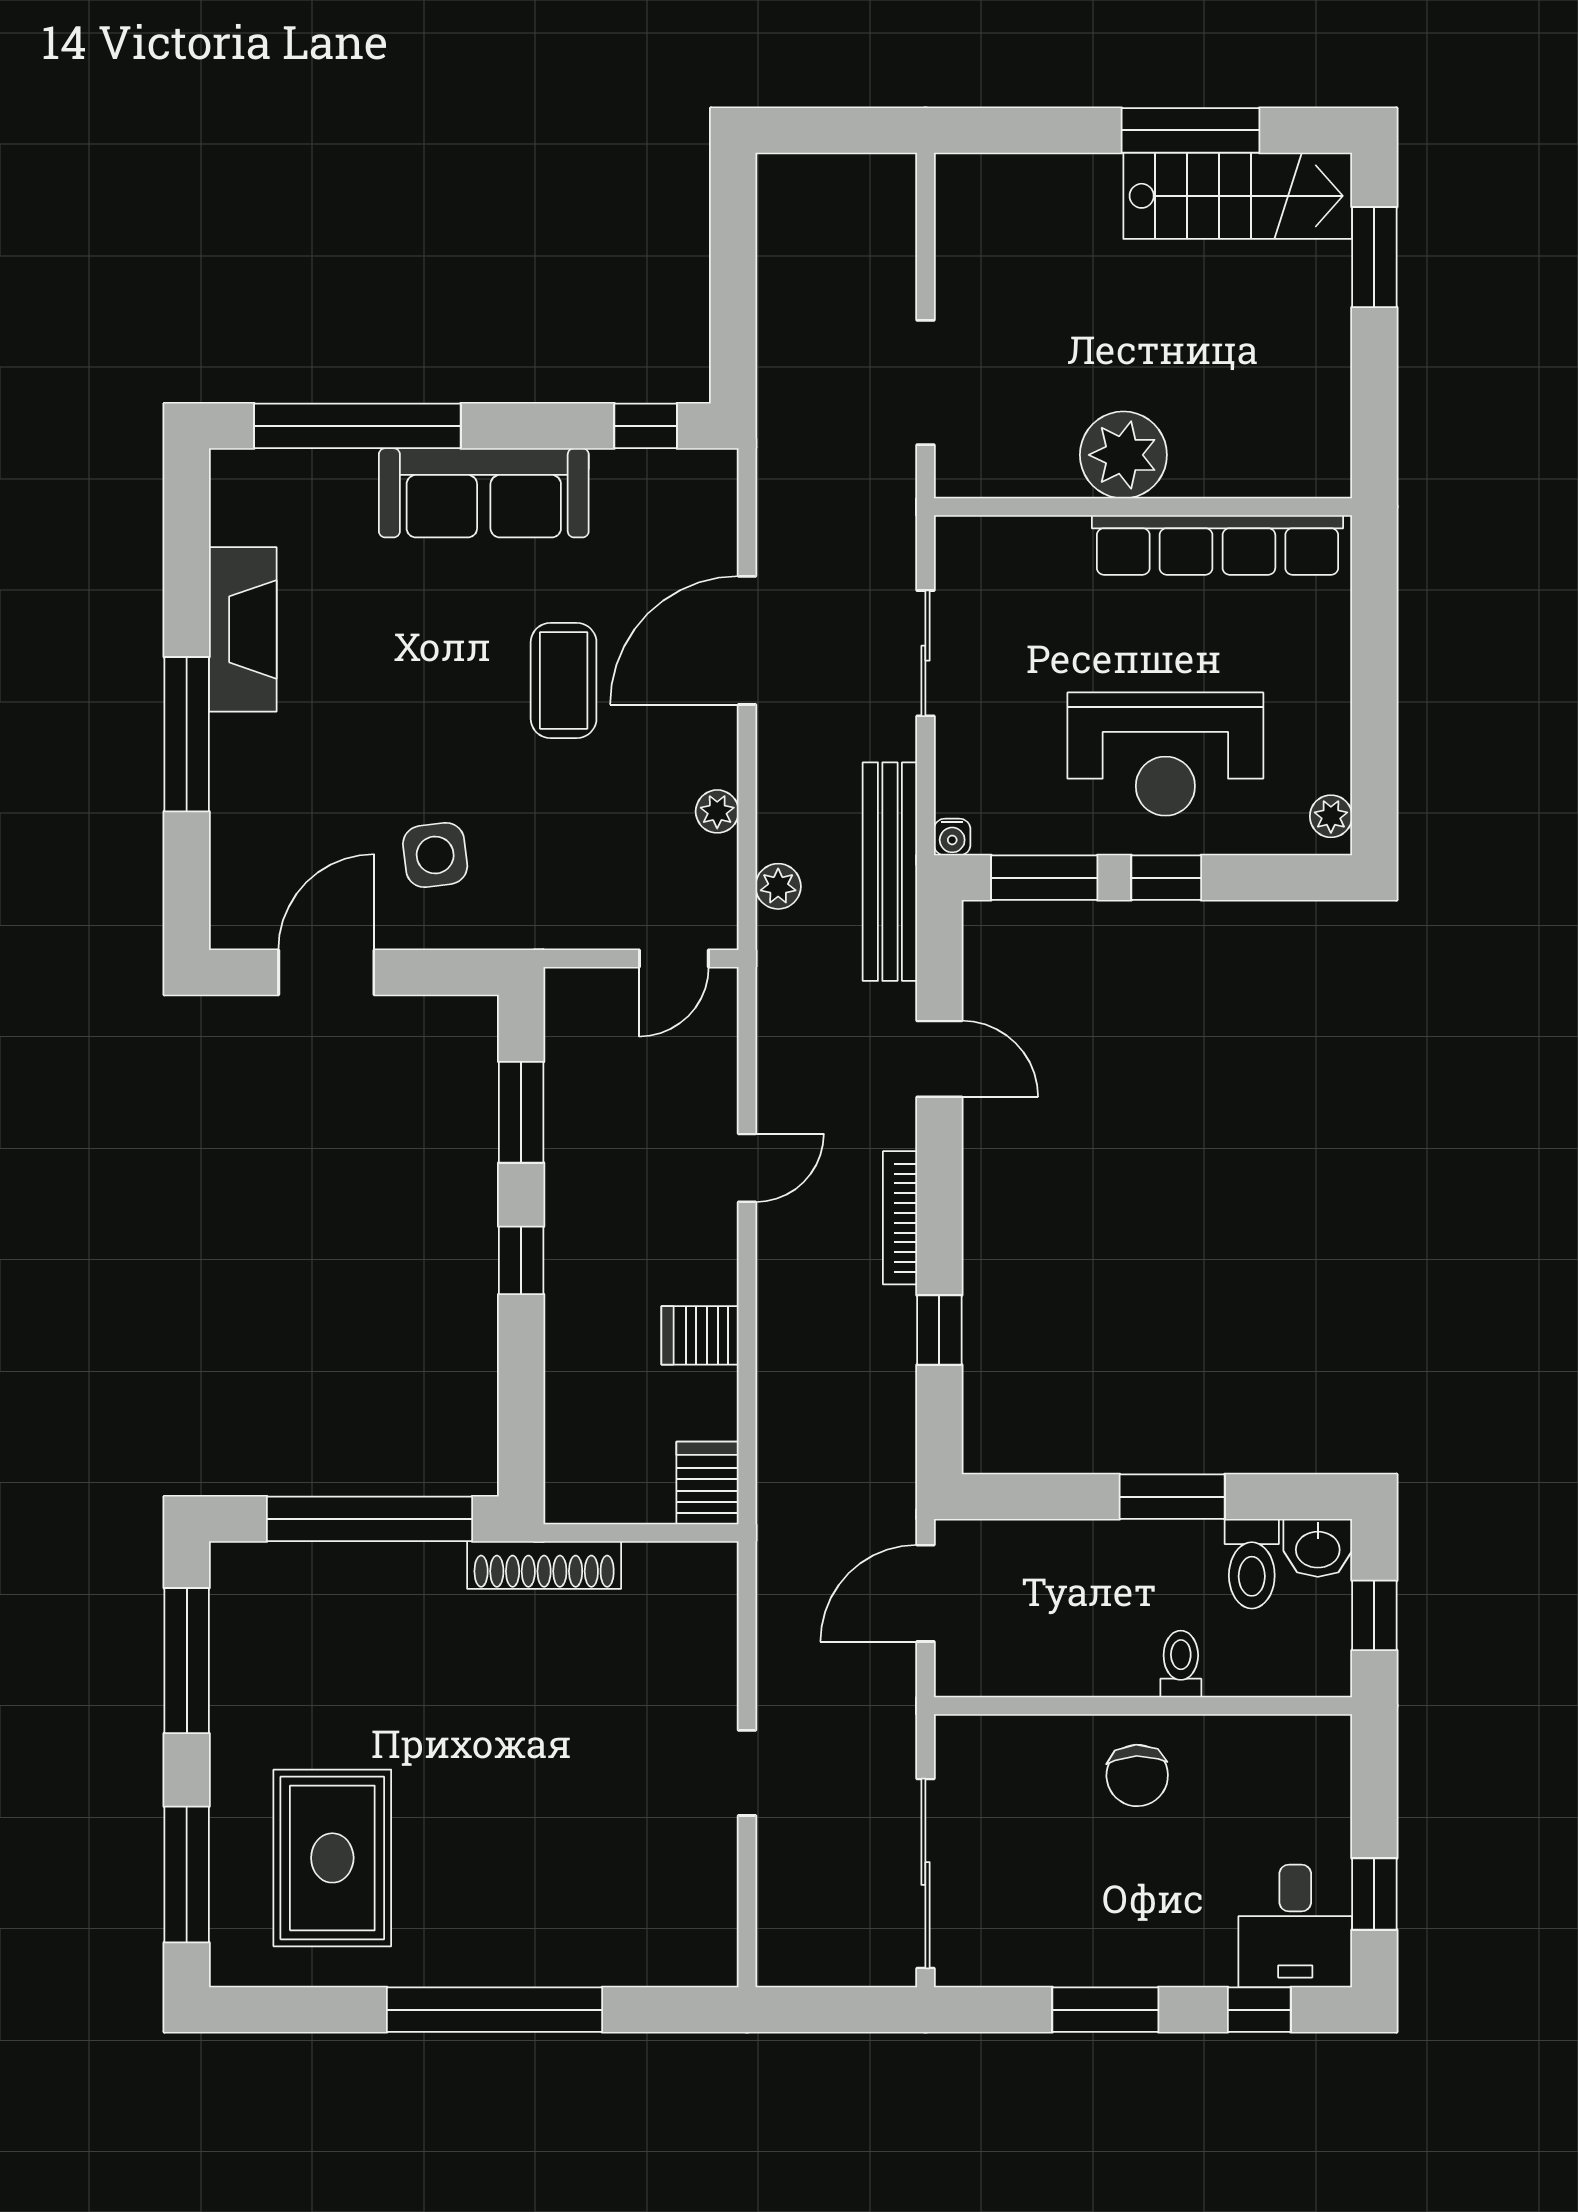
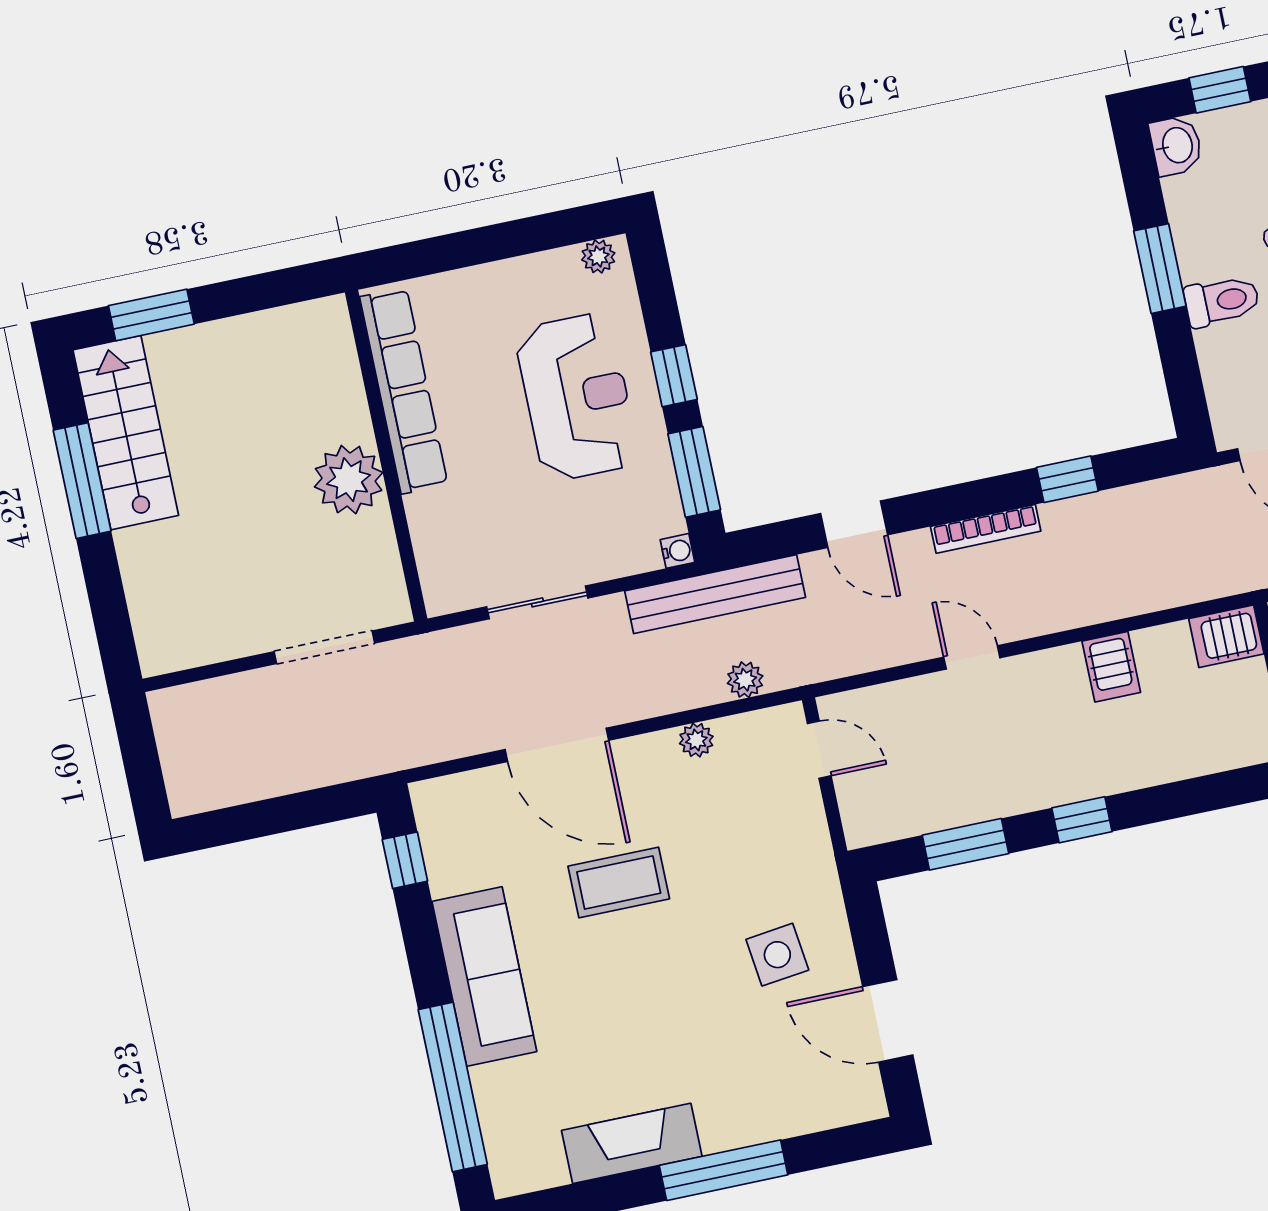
door: (939, 1059) -> (854, 524), swing flipped
toilet: (1252, 1564) -> (1222, 301), moved

